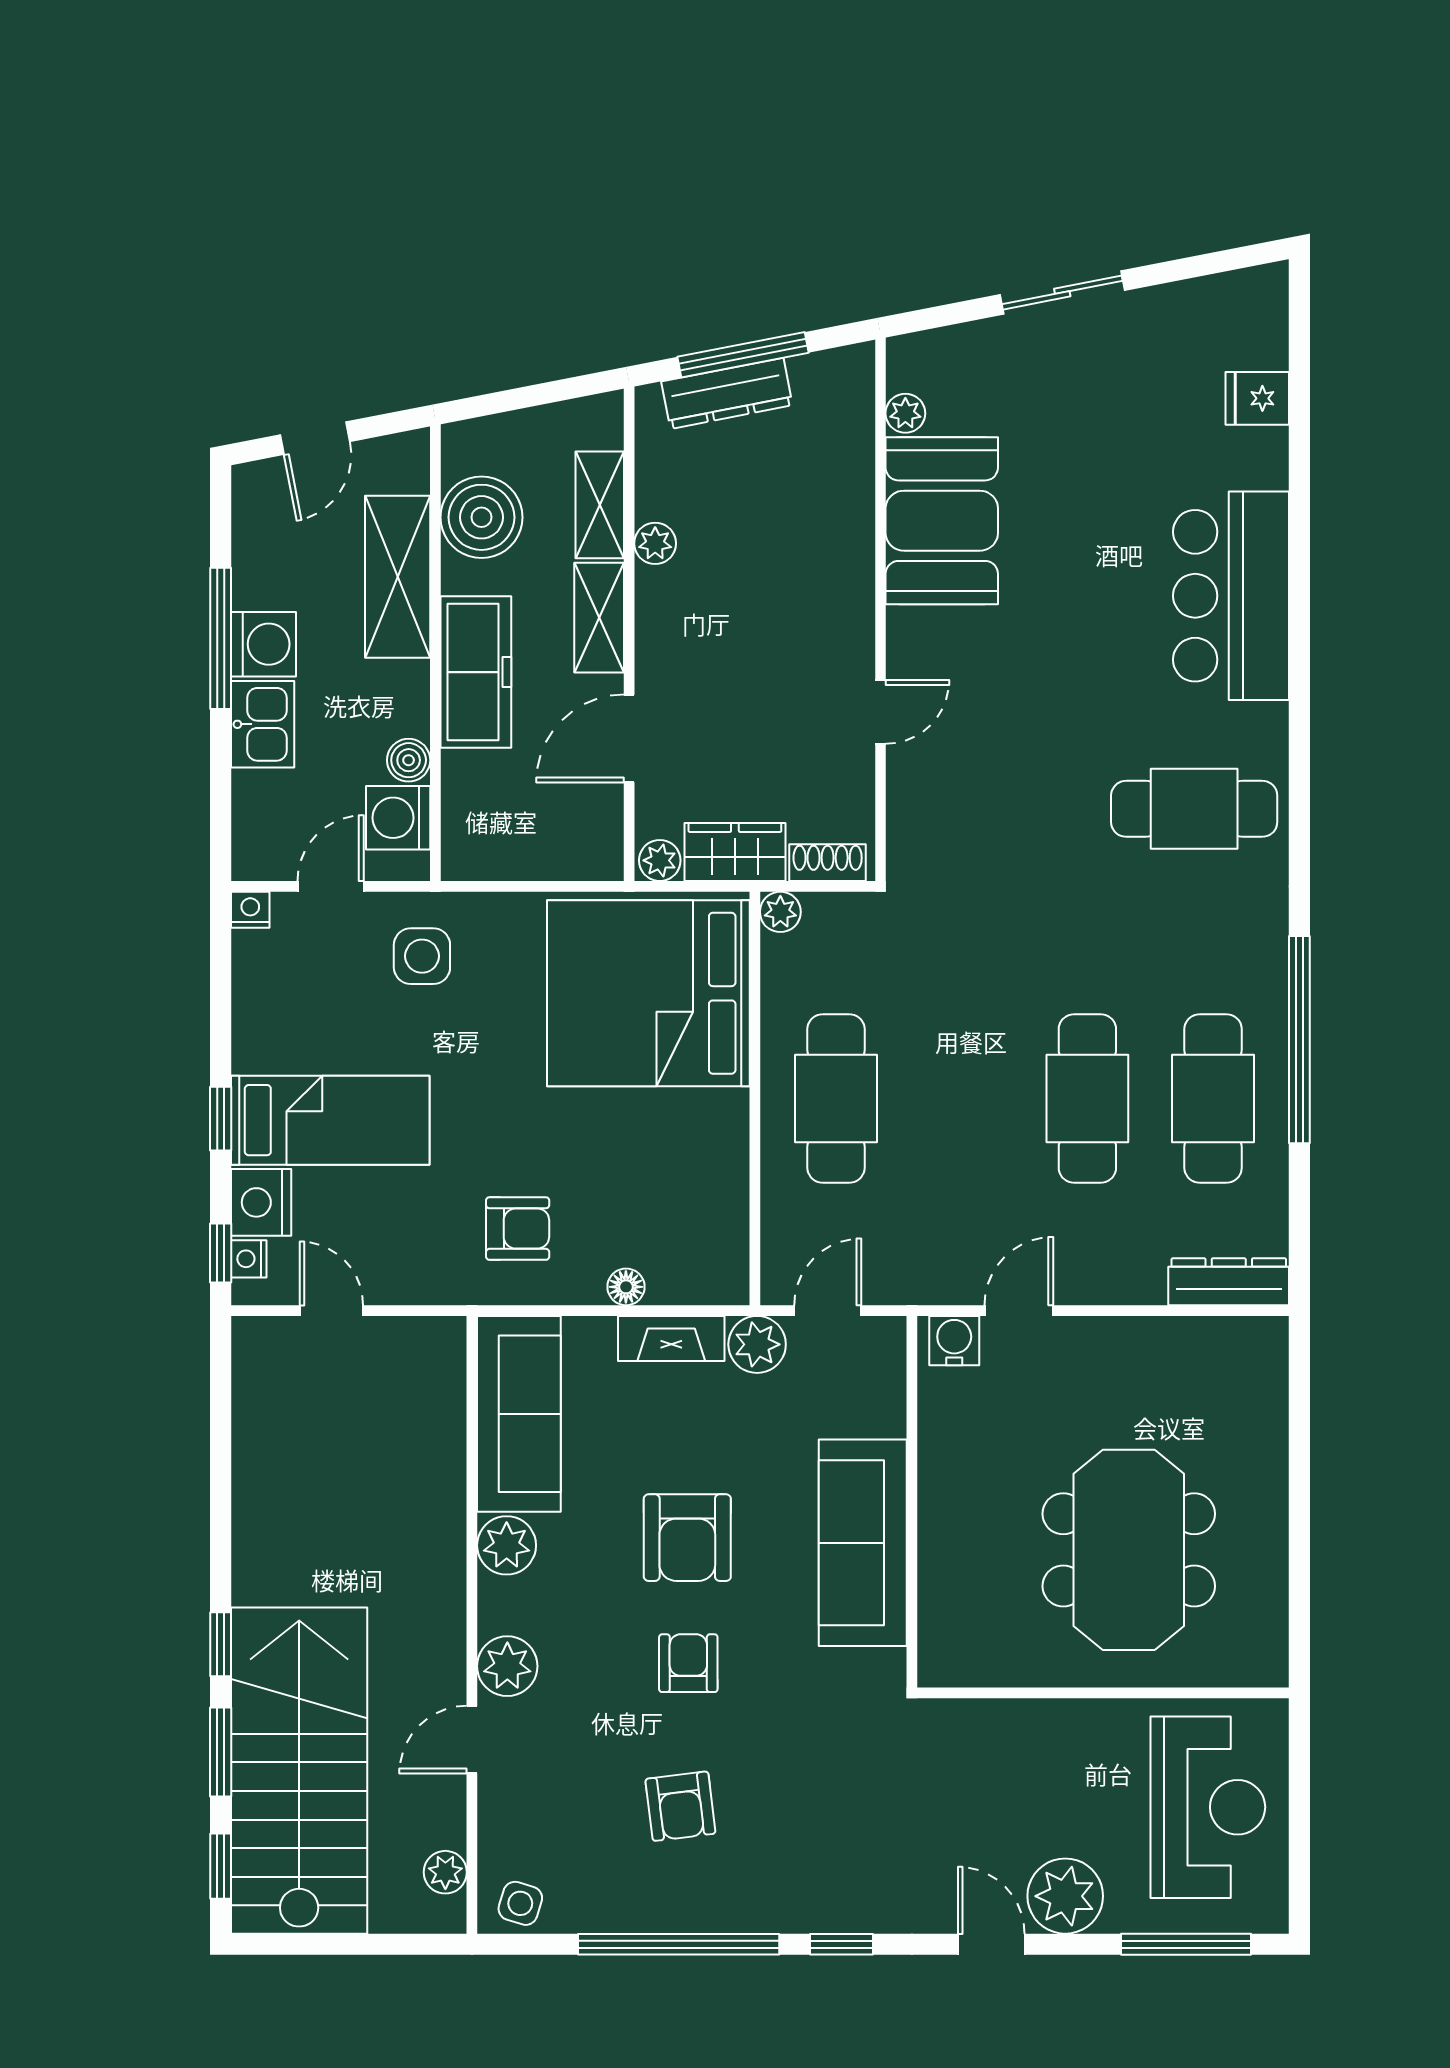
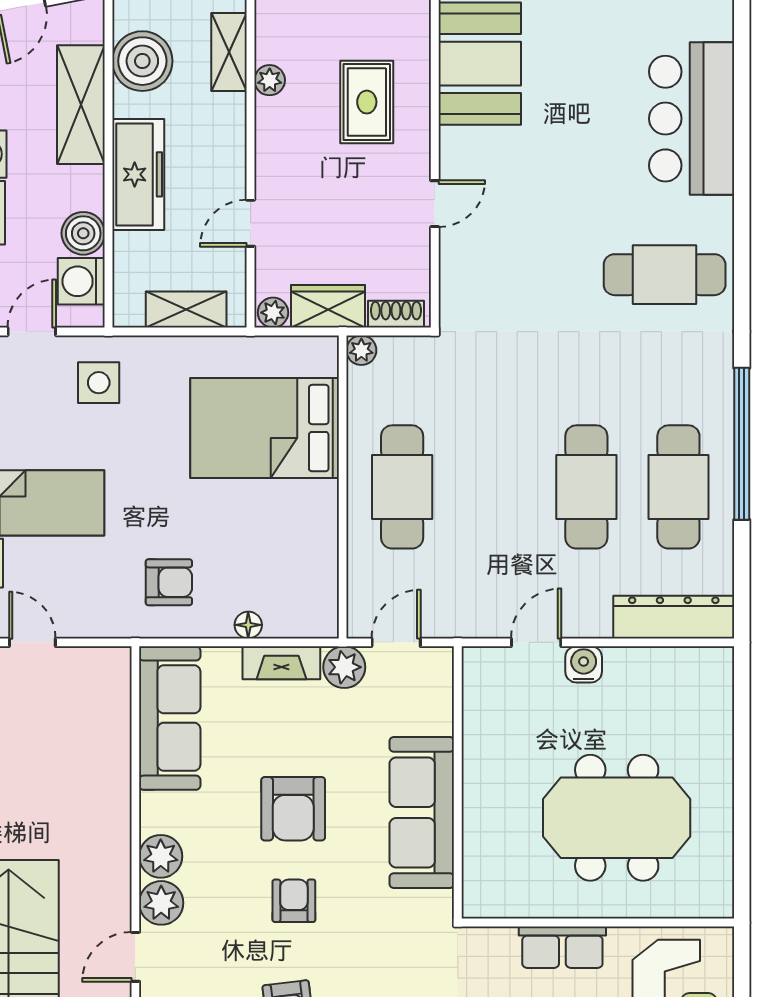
rug: (788, 573) -> (367, 102), added
shelving: (599, 618) -> (186, 310), moved, turned 90
door: (629, 738) -> (251, 223), width x0.73
boiler: (409, 760) -> (83, 233), width x1.36, depth x1.36
bed: (648, 993) -> (265, 428), width x0.73
dresser: (1229, 1282) -> (674, 617), width x1.37, depth x1.24
water cooler: (954, 1341) -> (584, 664), moved
plant: (507, 1545) -> (161, 856), moved
meeting table: (1129, 1550) -> (617, 818), turned 90
row of seats: (1055, 1727) -> (562, 947), added

